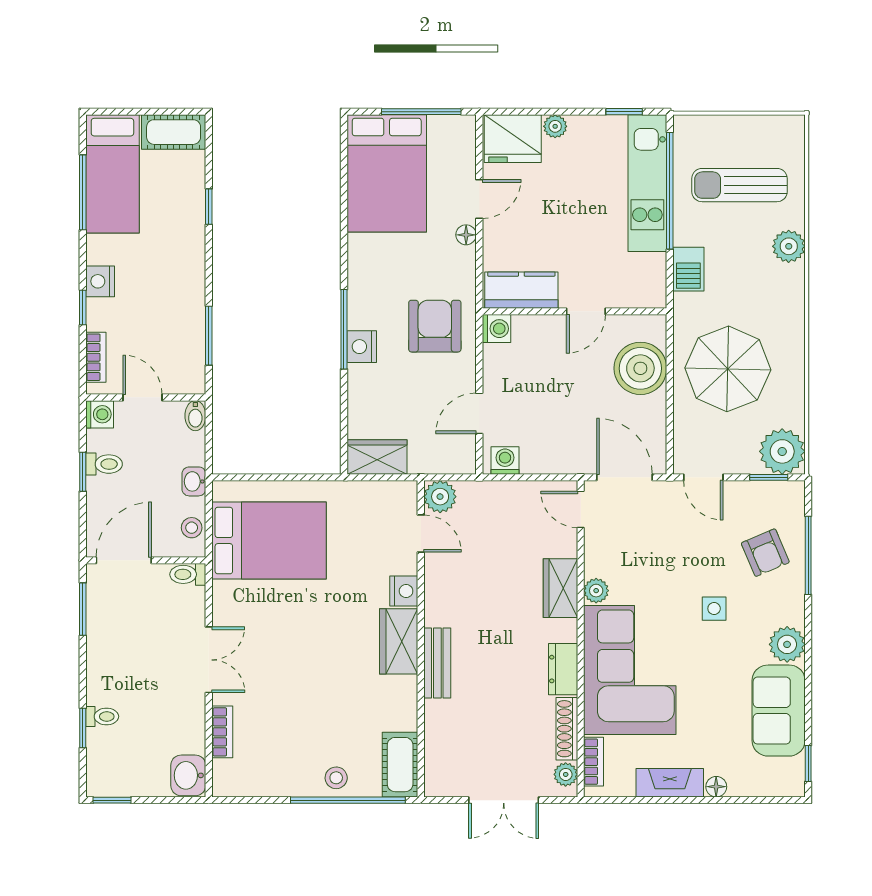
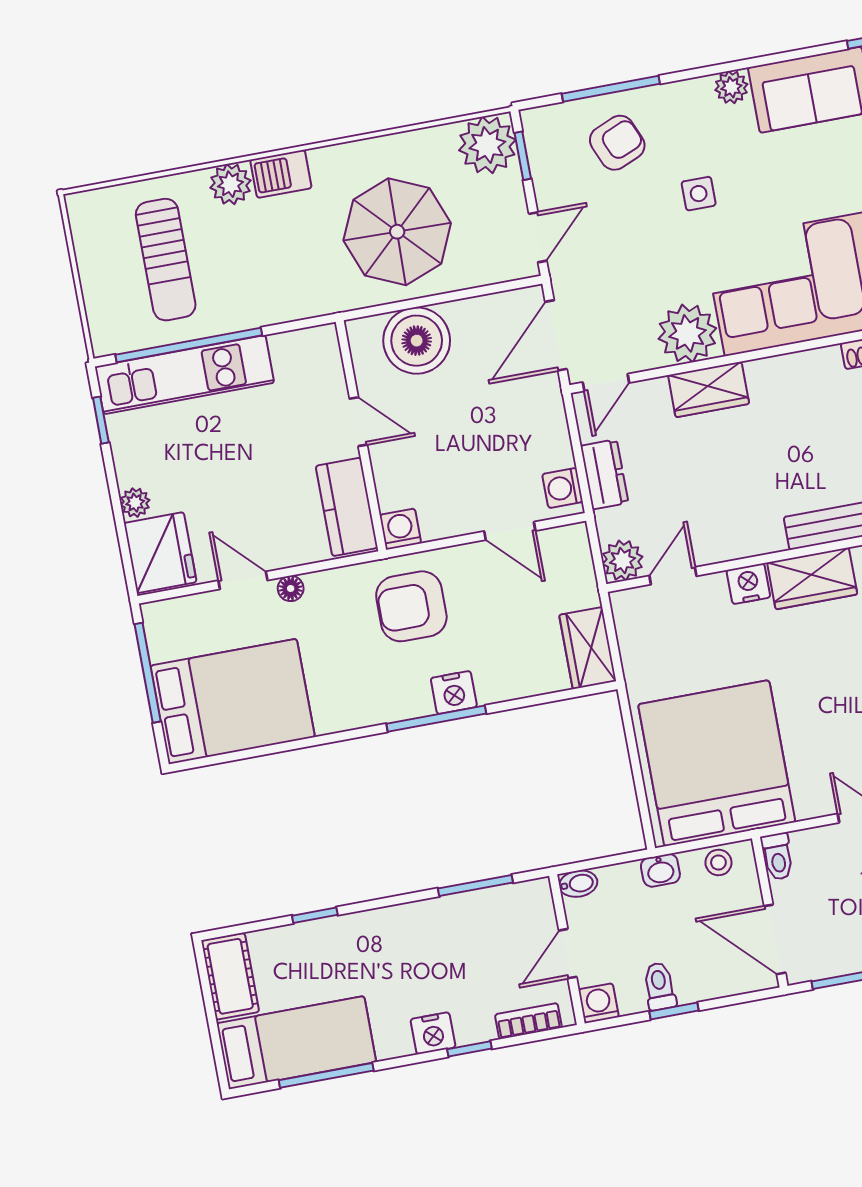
barbecue: (688, 269) -> (281, 174), moved, turned 180
bed: (269, 541) -> (717, 763), width x1.36
plant: (596, 591) -> (687, 333), width x1.87, depth x1.87
plant: (787, 644) -> (731, 87), width x0.73, depth x0.73
dresser: (563, 669) -> (604, 474), moved, turned -90

